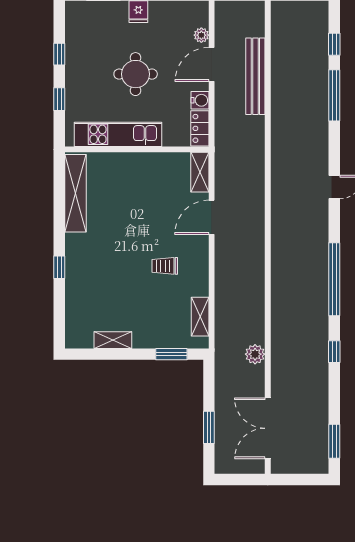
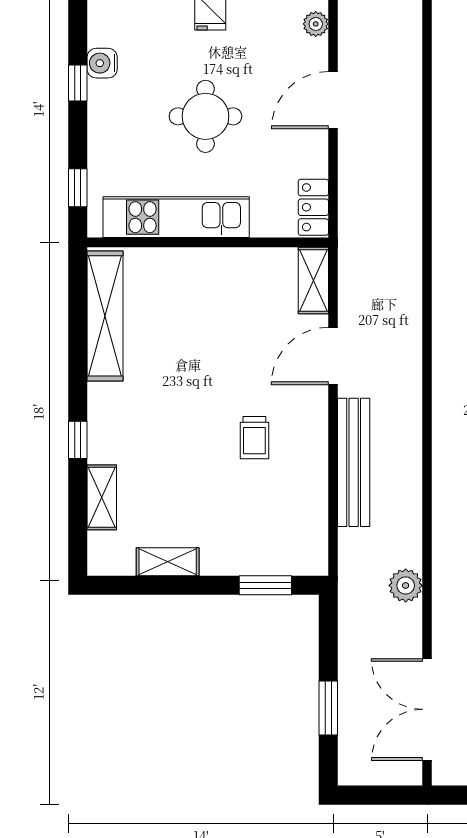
plant: (201, 35) -> (316, 24), moved
bench: (255, 76) -> (354, 462), moved
window: (59, 99) -> (78, 188), moved
water cooler: (200, 100) -> (102, 63), moved, turned 180
trolley: (165, 266) -> (254, 438), turned -90
shelving: (200, 317) -> (102, 497), moved

